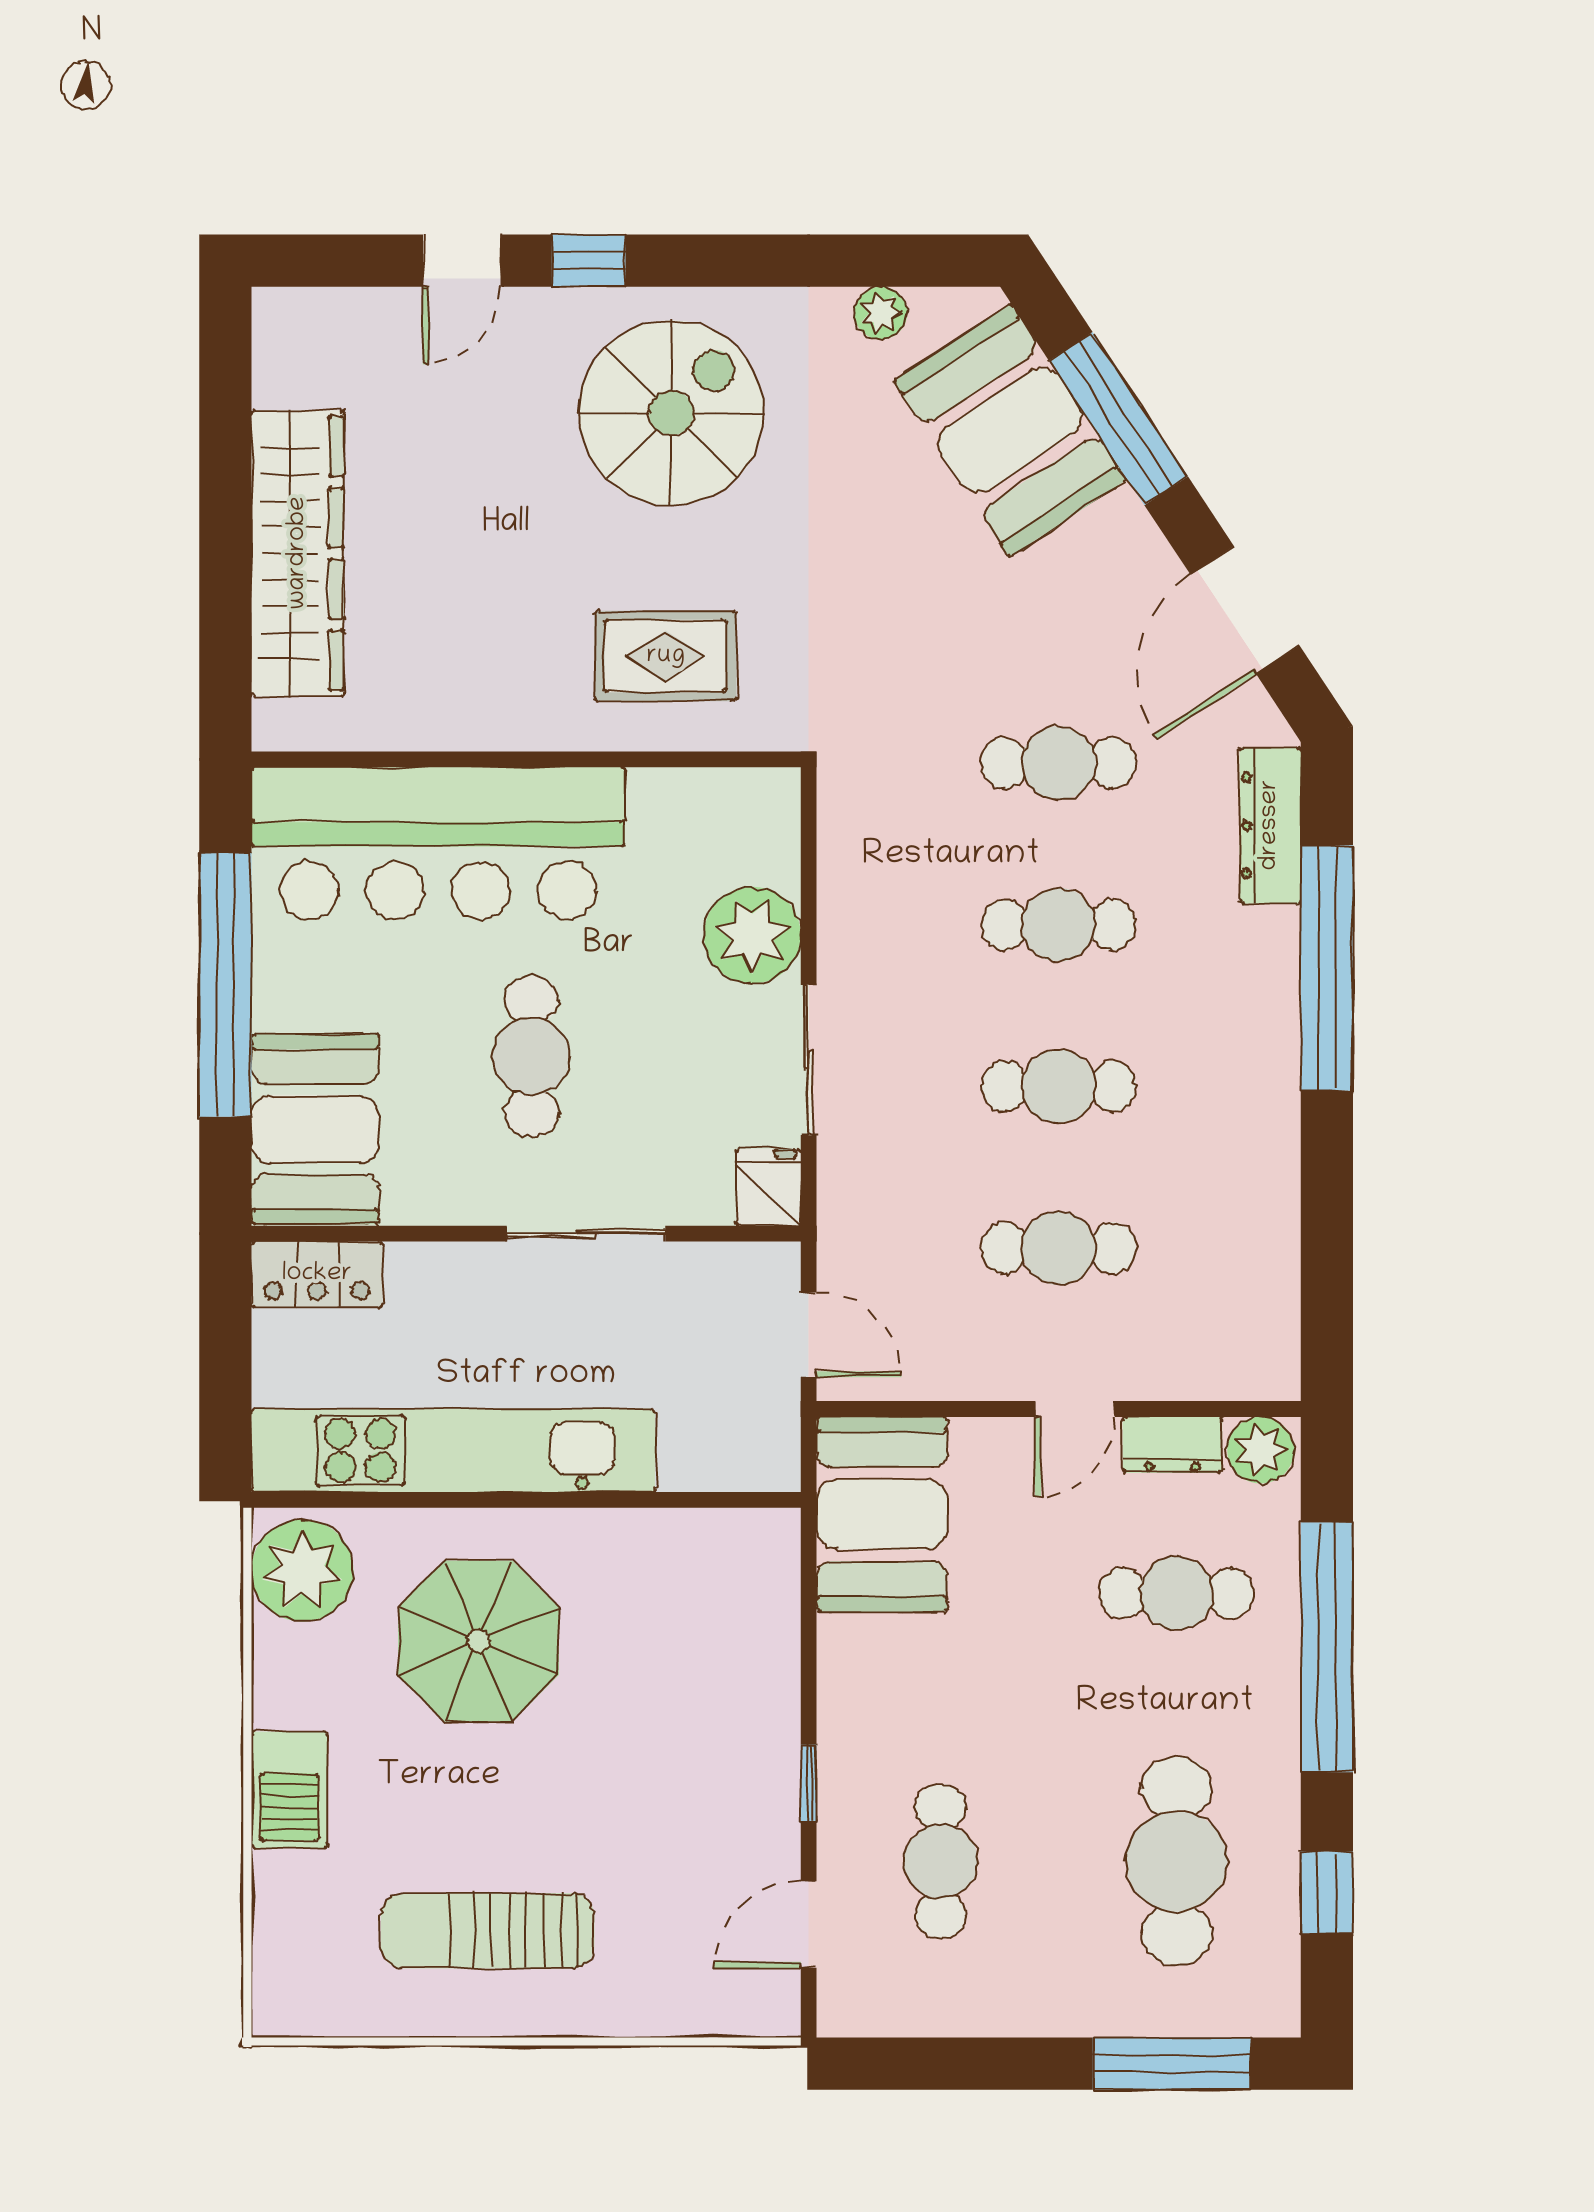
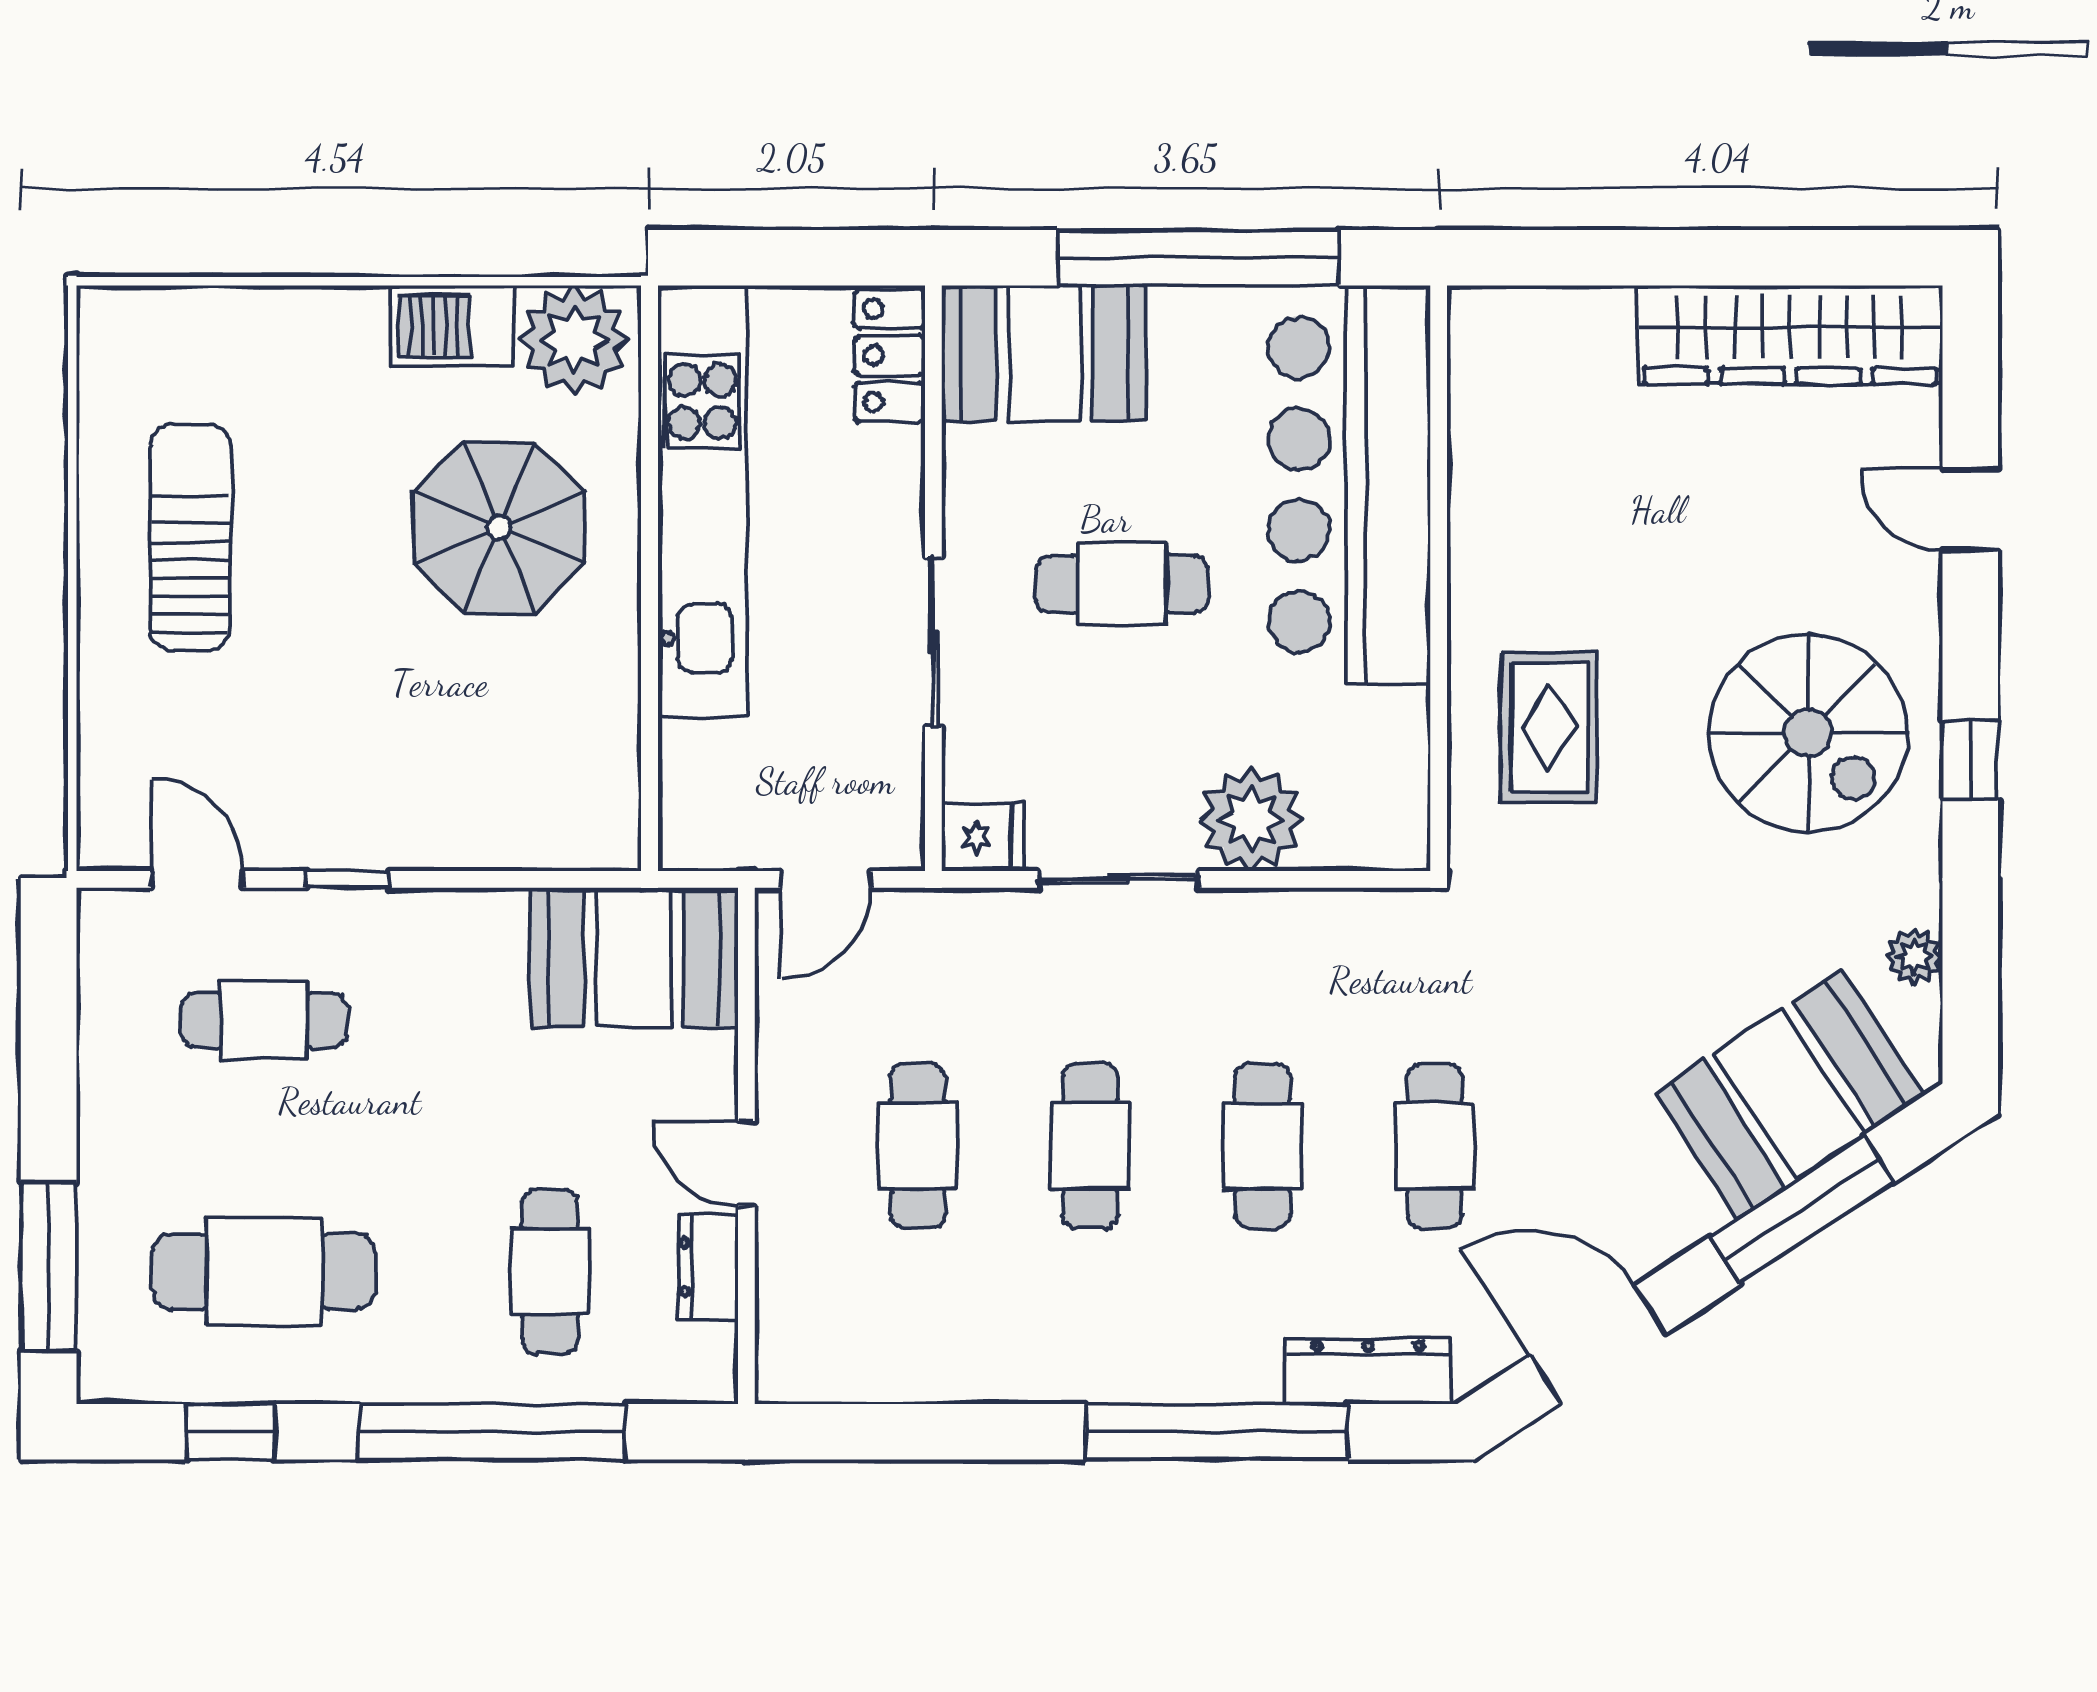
window: (589, 261) -> (1970, 760), moved
wardrobe: (298, 553) -> (1790, 335), moved
plant: (1261, 1450) -> (703, 1361), removed
barbecue: (289, 1790) -> (452, 326), moved

